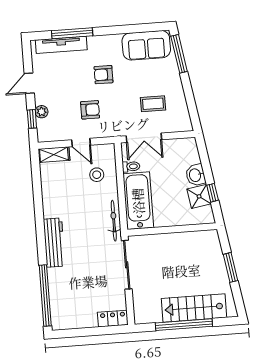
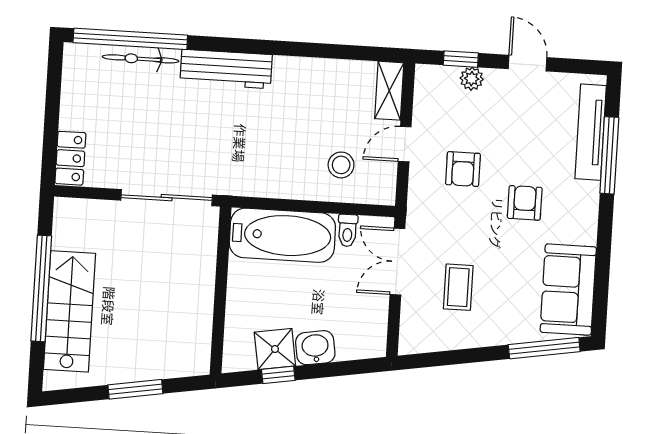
bicycle: (114, 221) -> (141, 59), moved, turned 180

